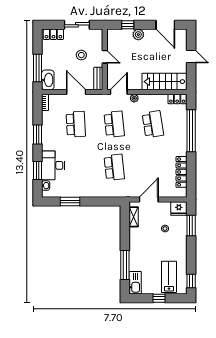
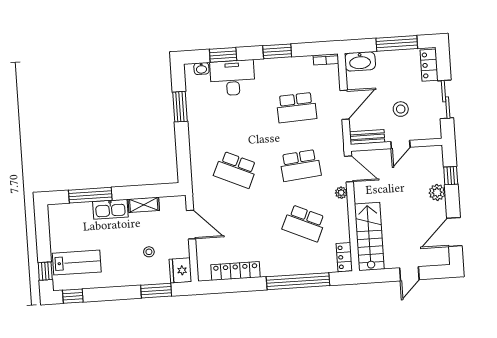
window: (37, 68) -> (397, 43), moved
school desk: (153, 124) -> (304, 223), turned 33
school desk: (114, 167) -> (236, 170), turned 30
shelving: (134, 217) -> (144, 205), moved
kitchen sink: (135, 283) -> (110, 209), moved
window: (159, 298) -> (45, 271), moved

